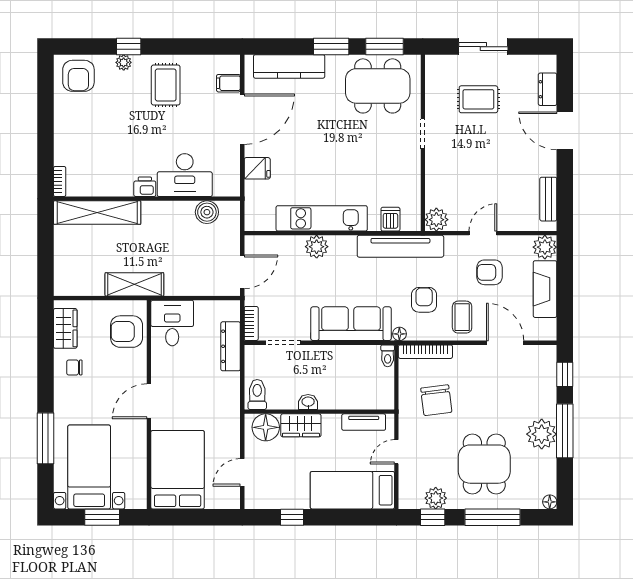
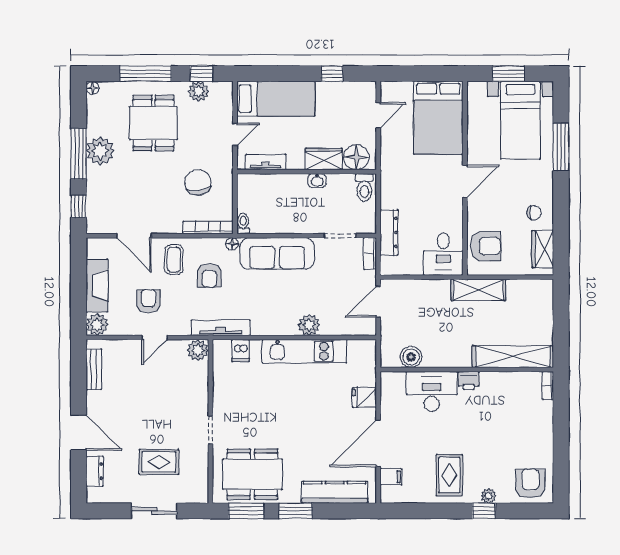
tv unit: (400, 246) -> (221, 328), width x0.73, depth x0.78
armchair: (489, 272) -> (149, 301), turned -90

